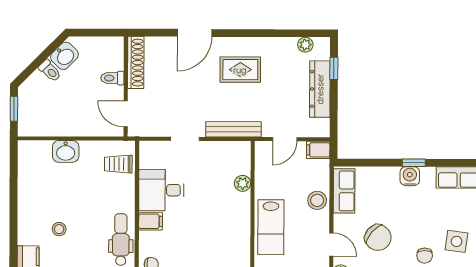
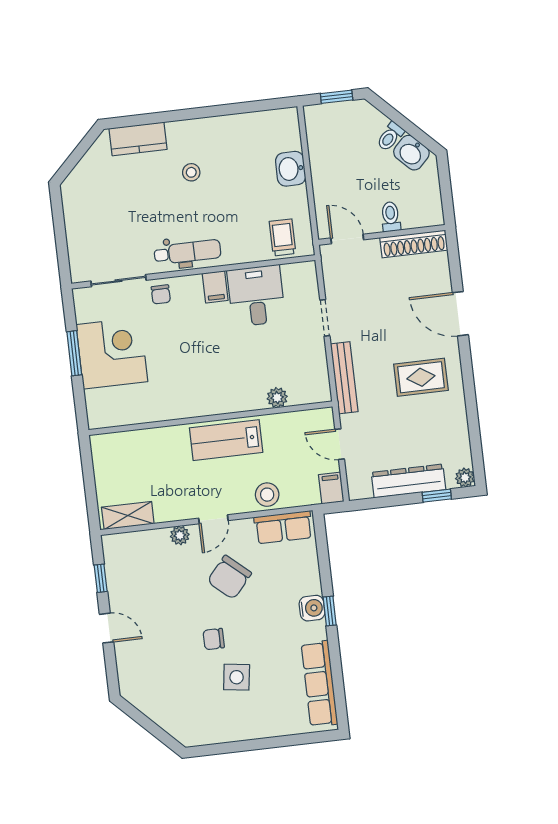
plant: (305, 45) -> (465, 478), moved
rug: (240, 70) -> (421, 377), turned 90
door: (126, 114) -> (347, 239), hinge flipped

